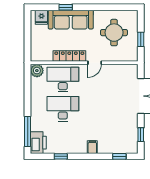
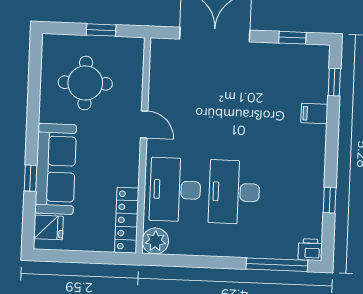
locker: (69, 56) -> (127, 220), moved
printer: (38, 143) -> (310, 250), width x0.53, depth x0.68
filing cabinet: (92, 147) -> (314, 114), moved

